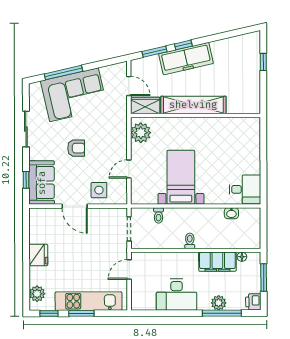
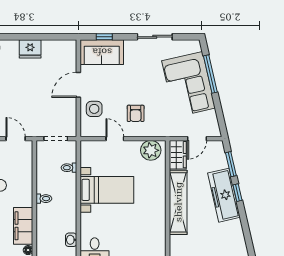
armchair: (76, 148) -> (136, 113), moved

